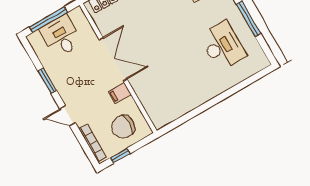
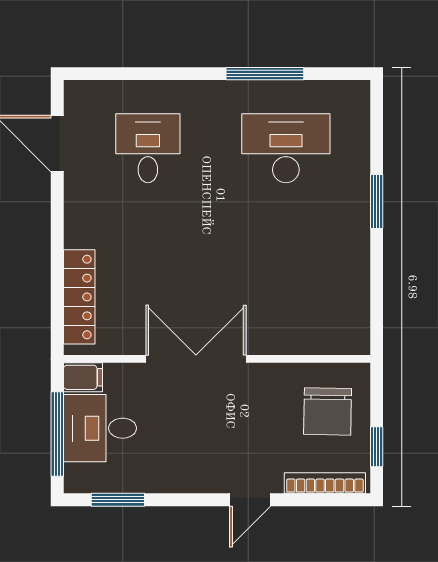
window: (47, 81) -> (118, 500), moved
filing cabinet: (120, 93) -> (83, 377), moved, turned -90
window: (222, 97) -> (377, 202), added

